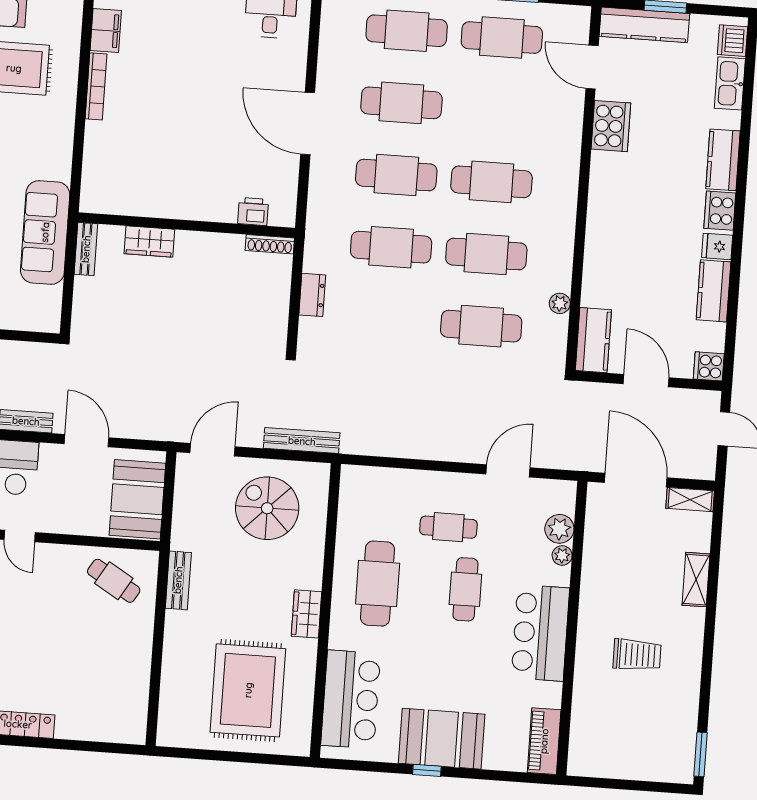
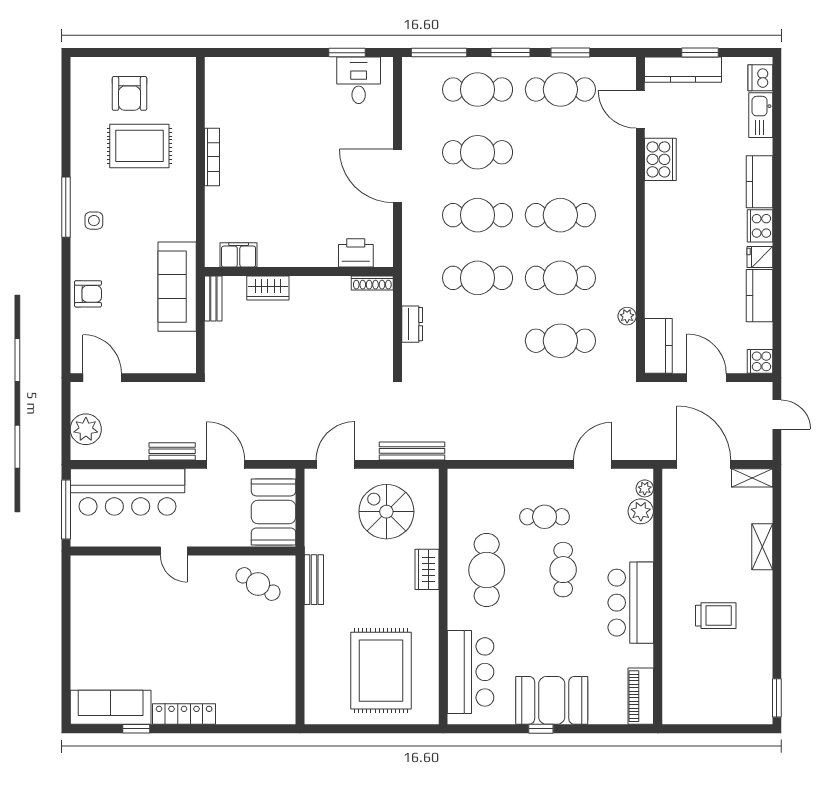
filing cabinet: (106, 30) -> (239, 255), moved, turned -90
printer: (253, 212) -> (356, 253), width x1.36, depth x1.24
plant: (562, 555) -> (645, 488), moved
wardrobe: (306, 614) -> (427, 569), moved

